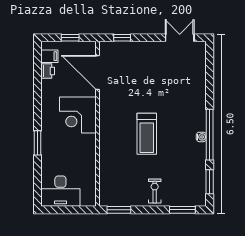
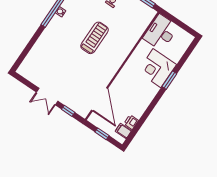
double door: (180, 38) -> (47, 97), moved
corner desk: (78, 115) -> (157, 68), moved, turned 180
desk: (60, 191) -> (161, 32), moved, turned -90

